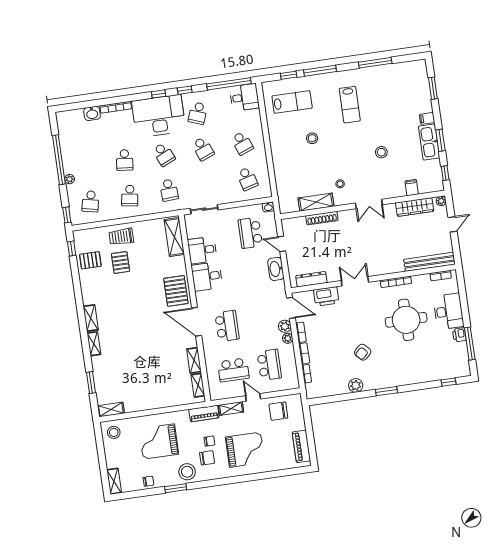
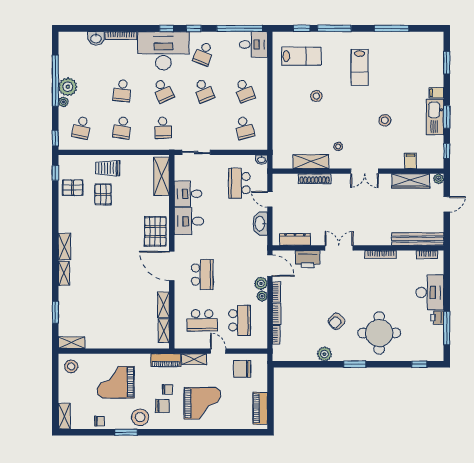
plant: (72, 164) -> (68, 87), added
round table: (406, 320) -> (379, 333), moved

